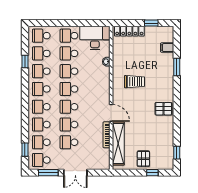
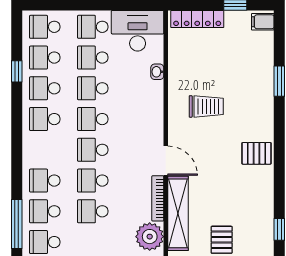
filing cabinet: (167, 48) -> (263, 22), moved
school desk: (41, 107) -> (45, 150), removed
window: (25, 150) -> (17, 224), width x2.17
plant: (102, 157) -> (150, 237), added

